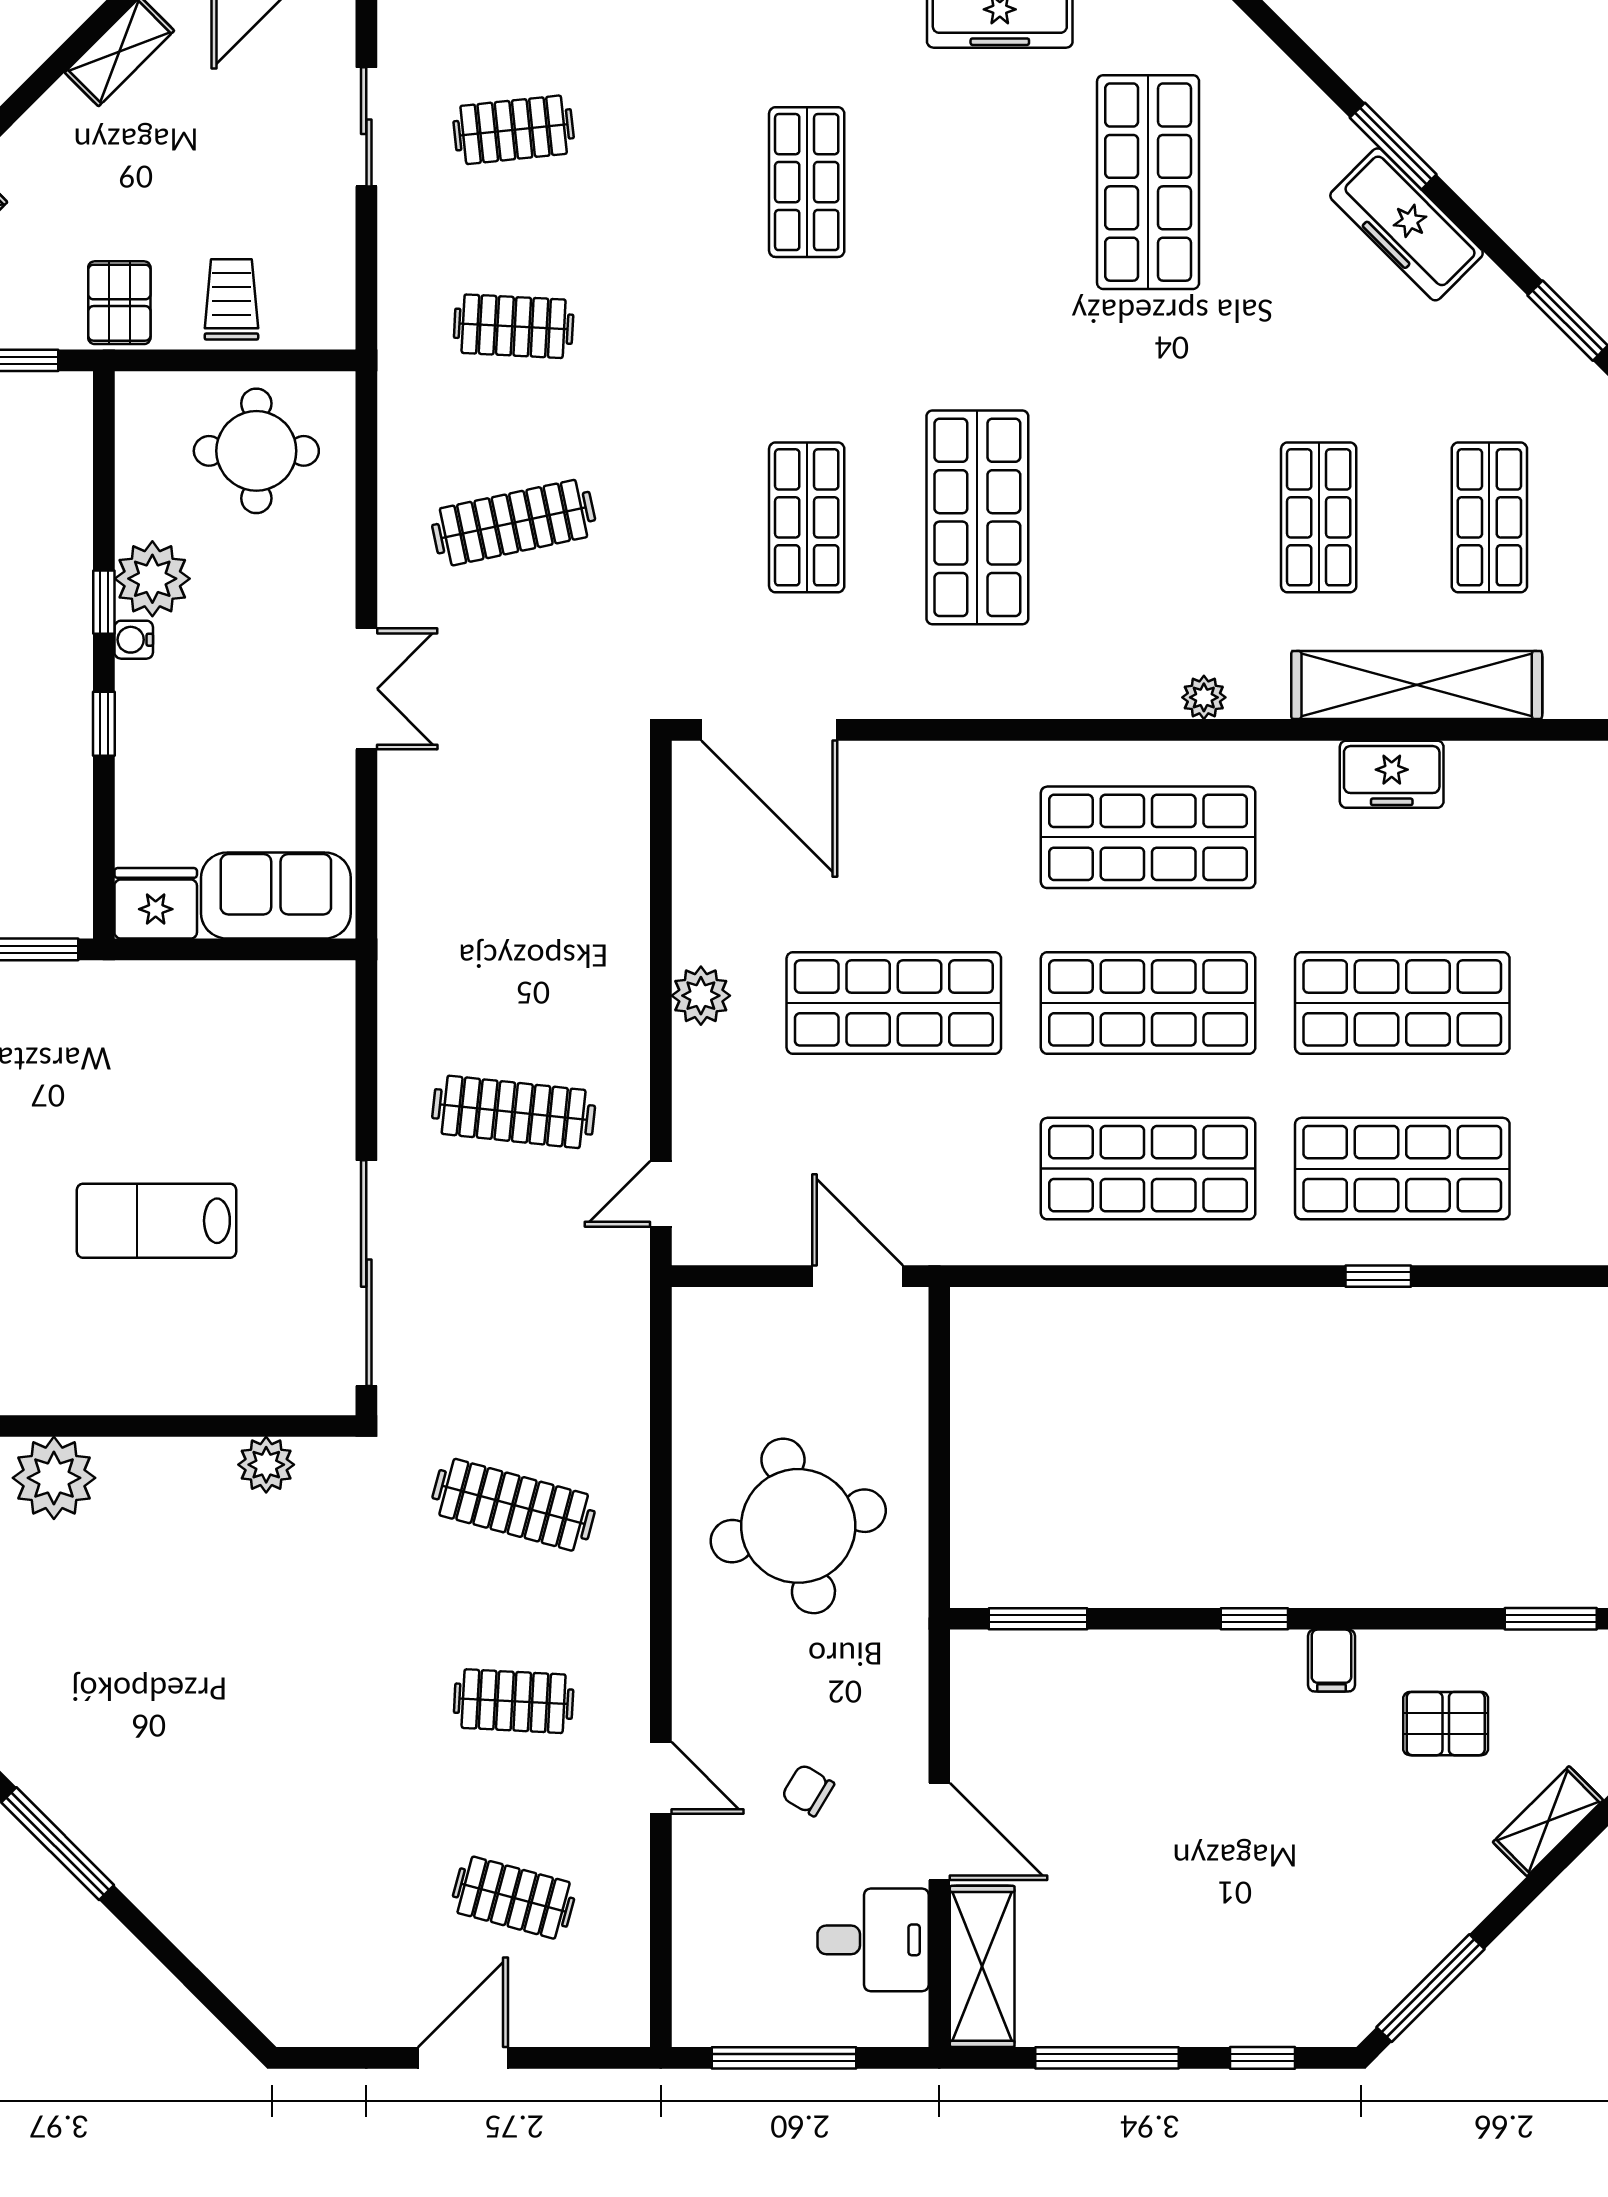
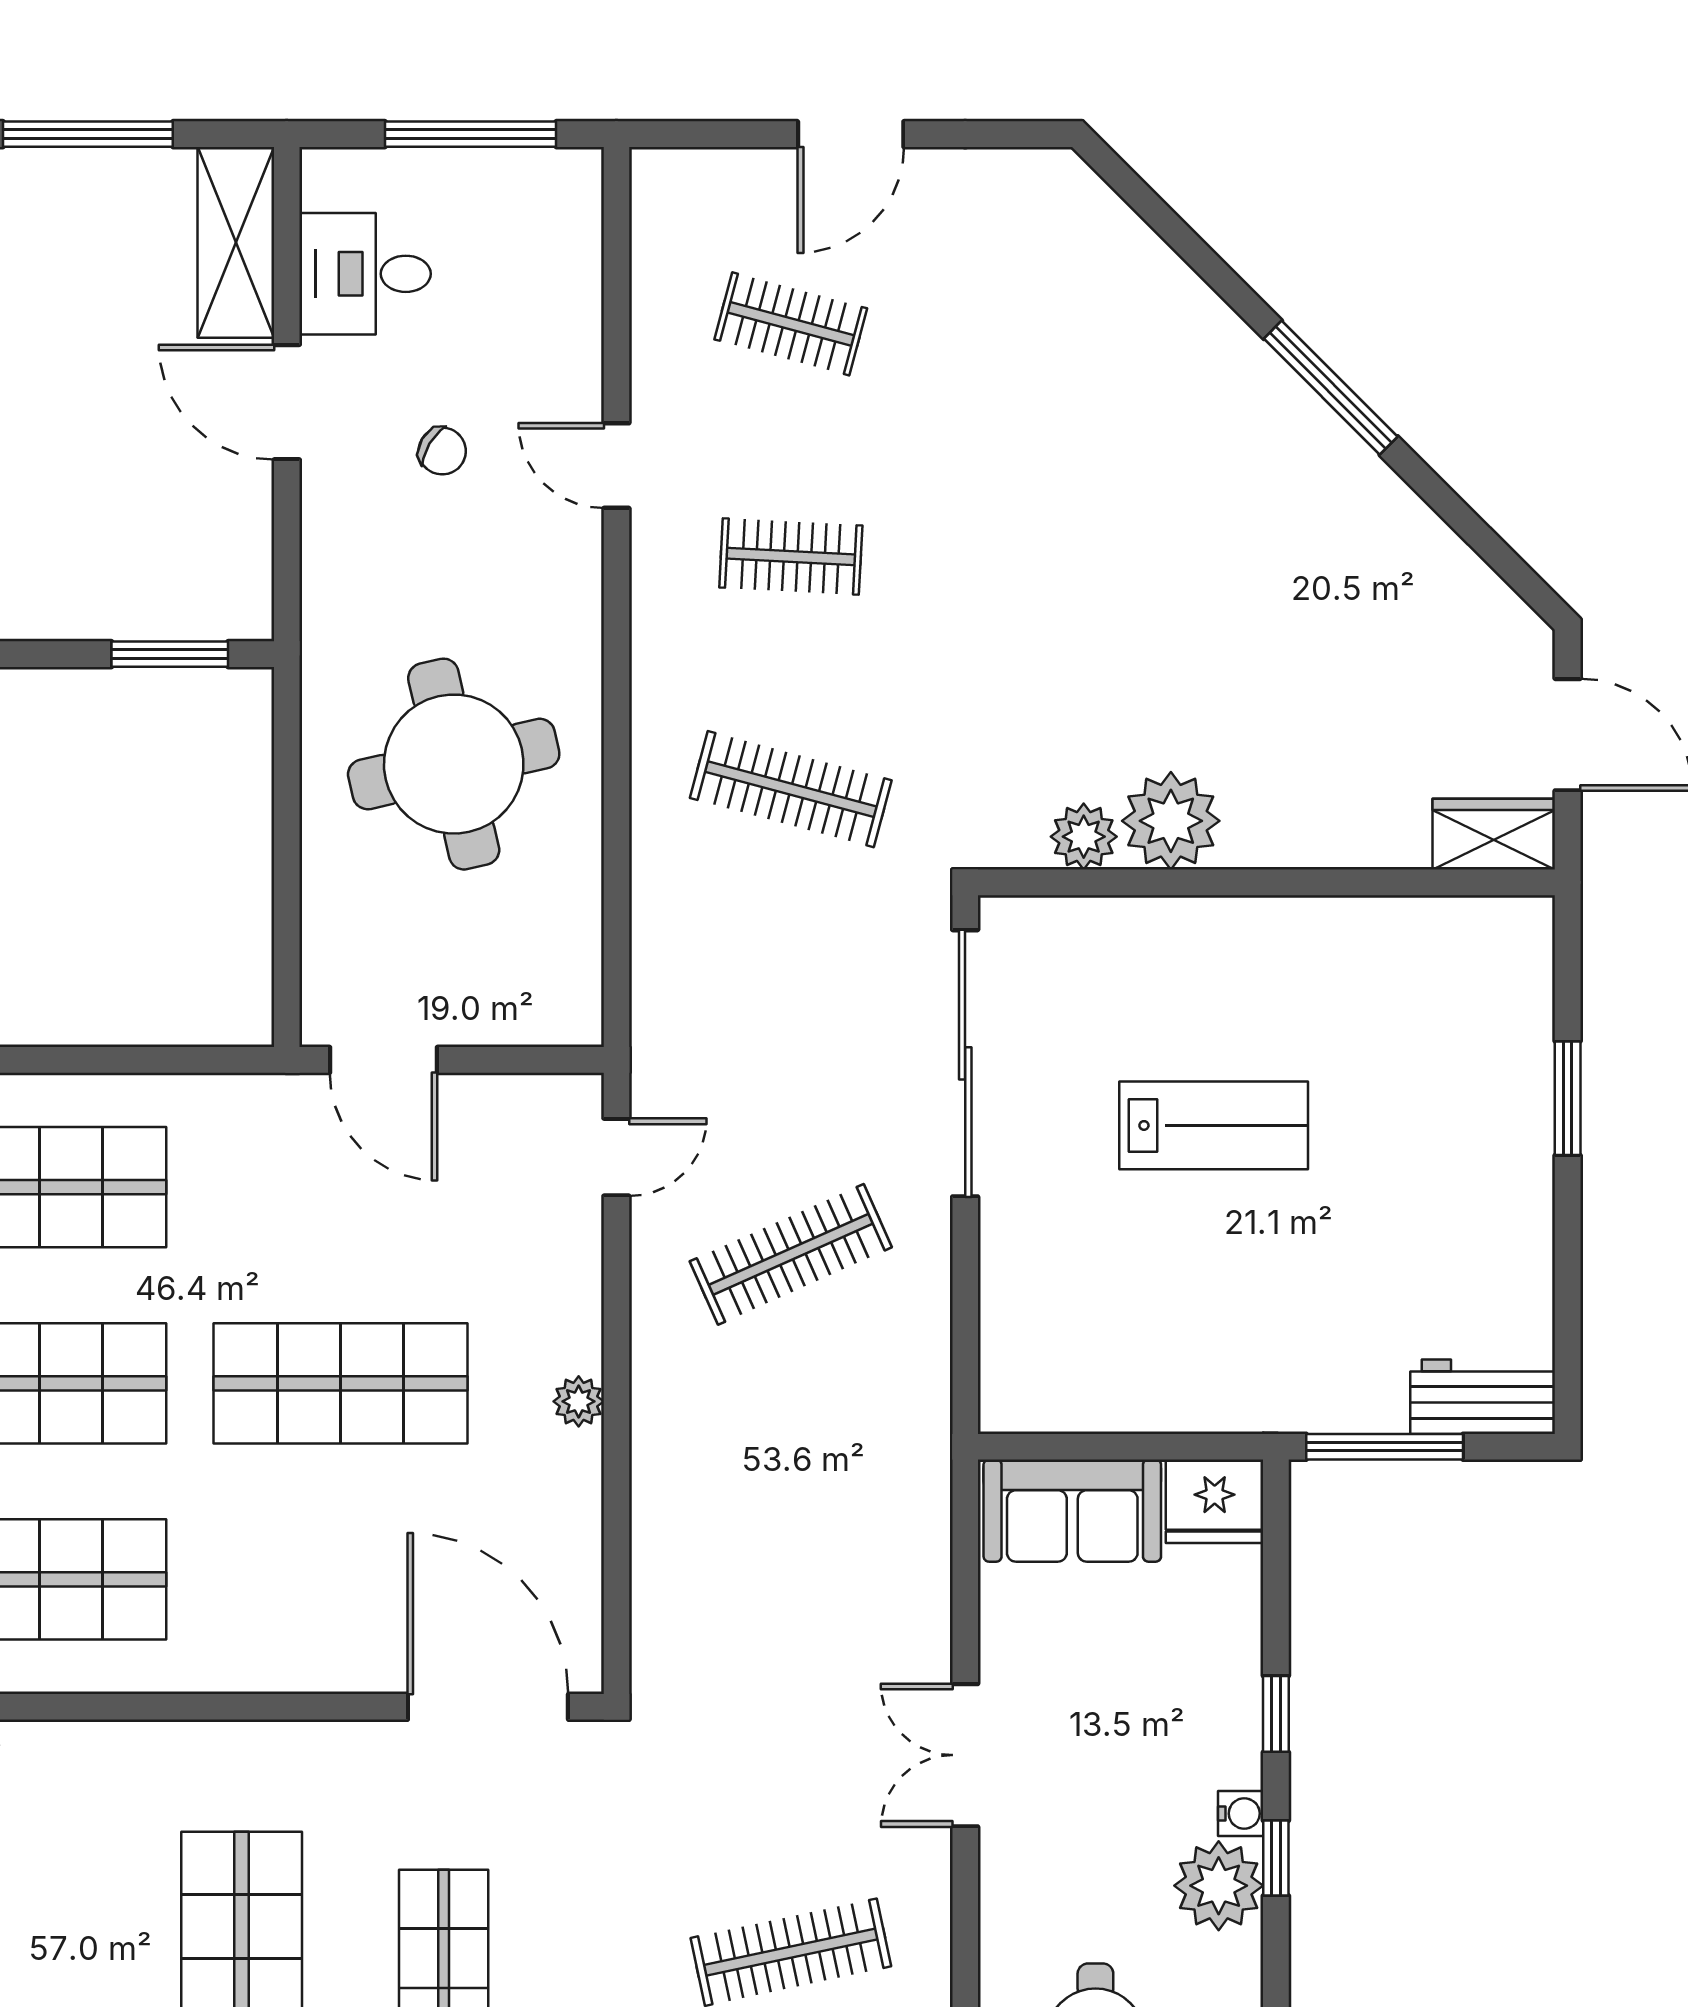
plant: (701, 996) -> (579, 1401), width x0.73, depth x0.73
clothes rail: (514, 1112) -> (791, 1254), turned -30
plant: (54, 1478) -> (1171, 821), moved

